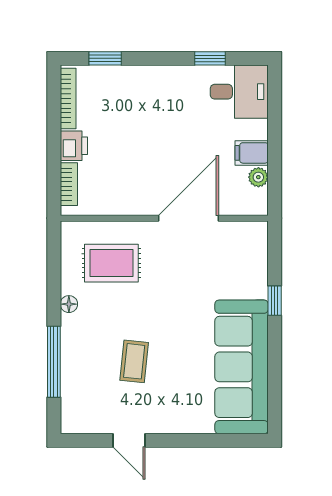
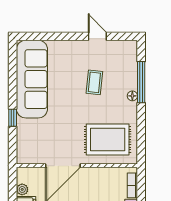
rug: (111, 263) -> (108, 139), width x1.36, depth x1.43
floor lamp: (69, 304) -> (132, 96), moved

